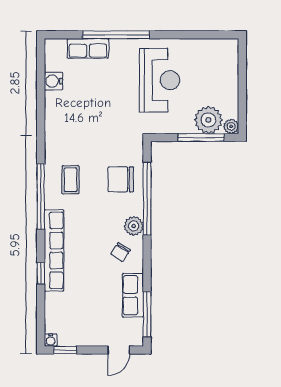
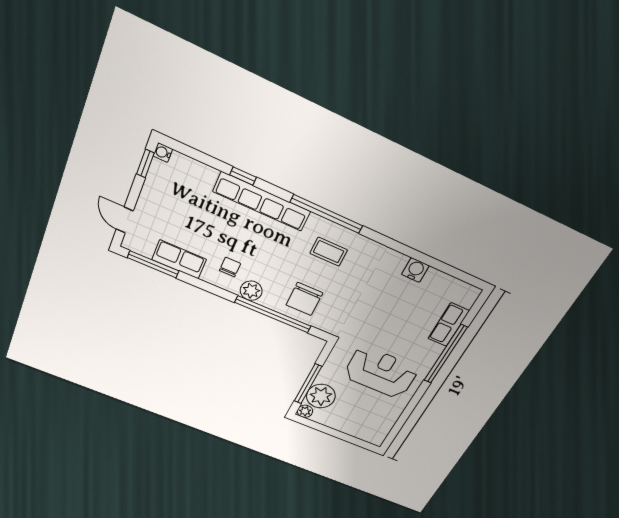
reception desk: (160, 80) -> (381, 372), turned 180
water cooler: (53, 81) -> (415, 270), moved
chair: (121, 179) -> (304, 299), turned 180
chair: (121, 252) -> (230, 267), turned 57

